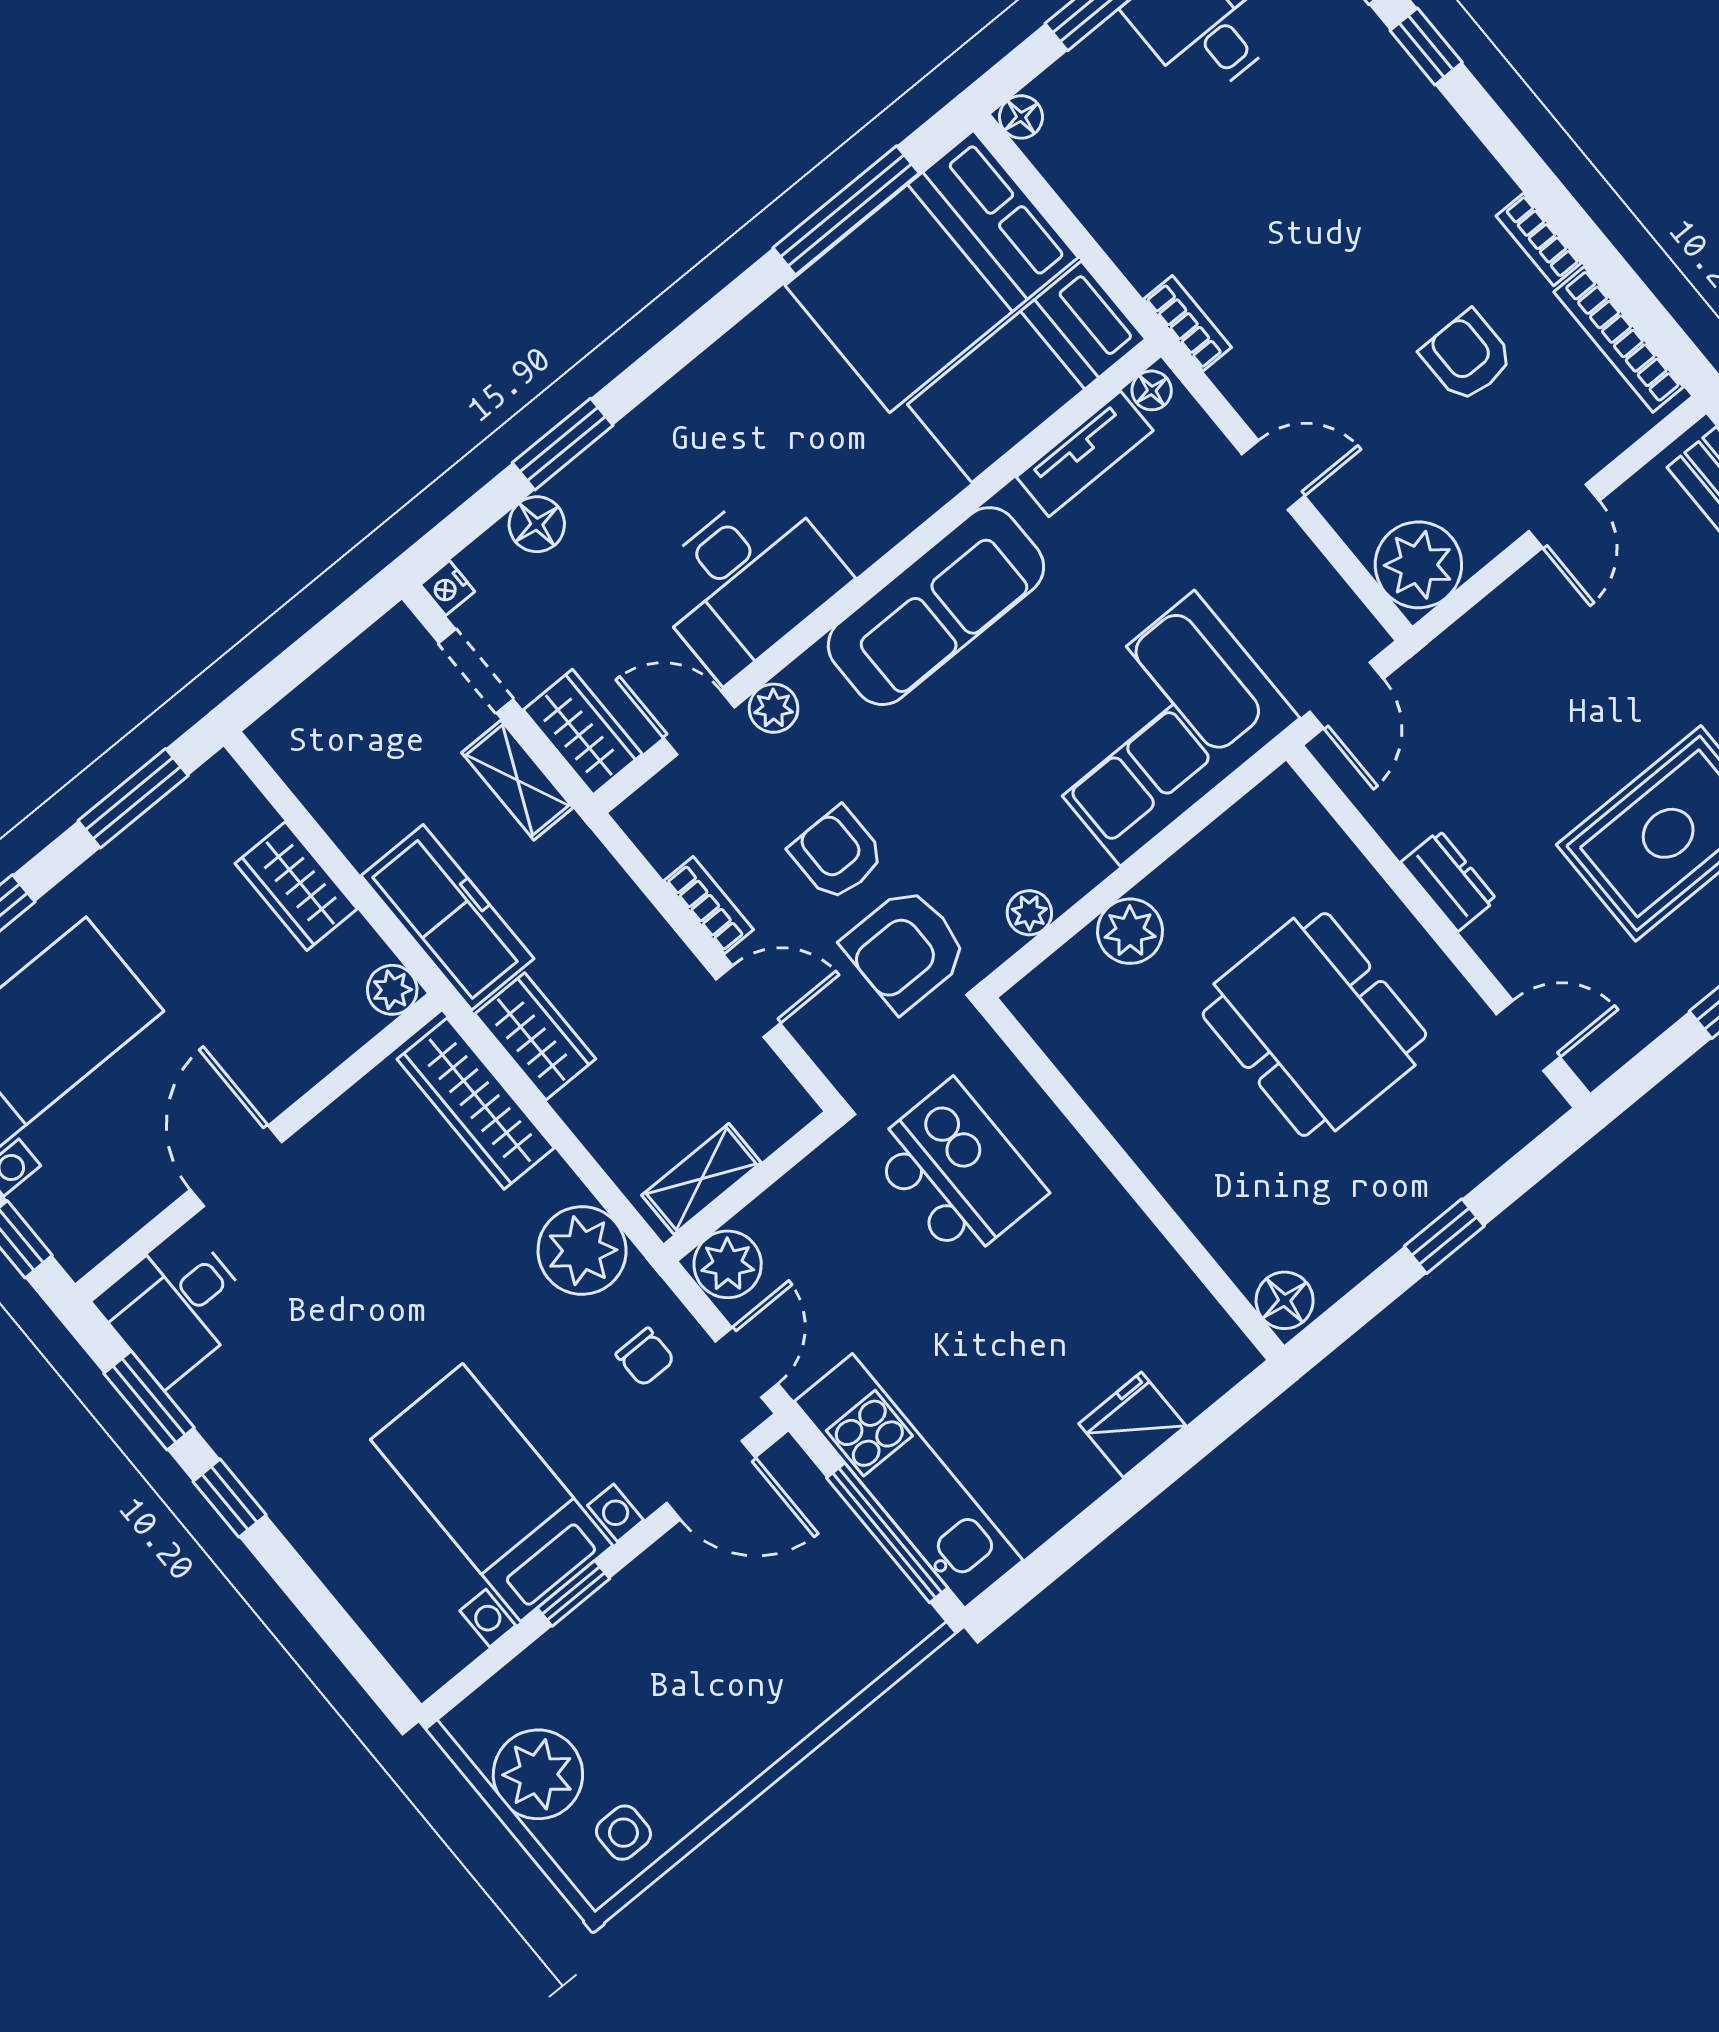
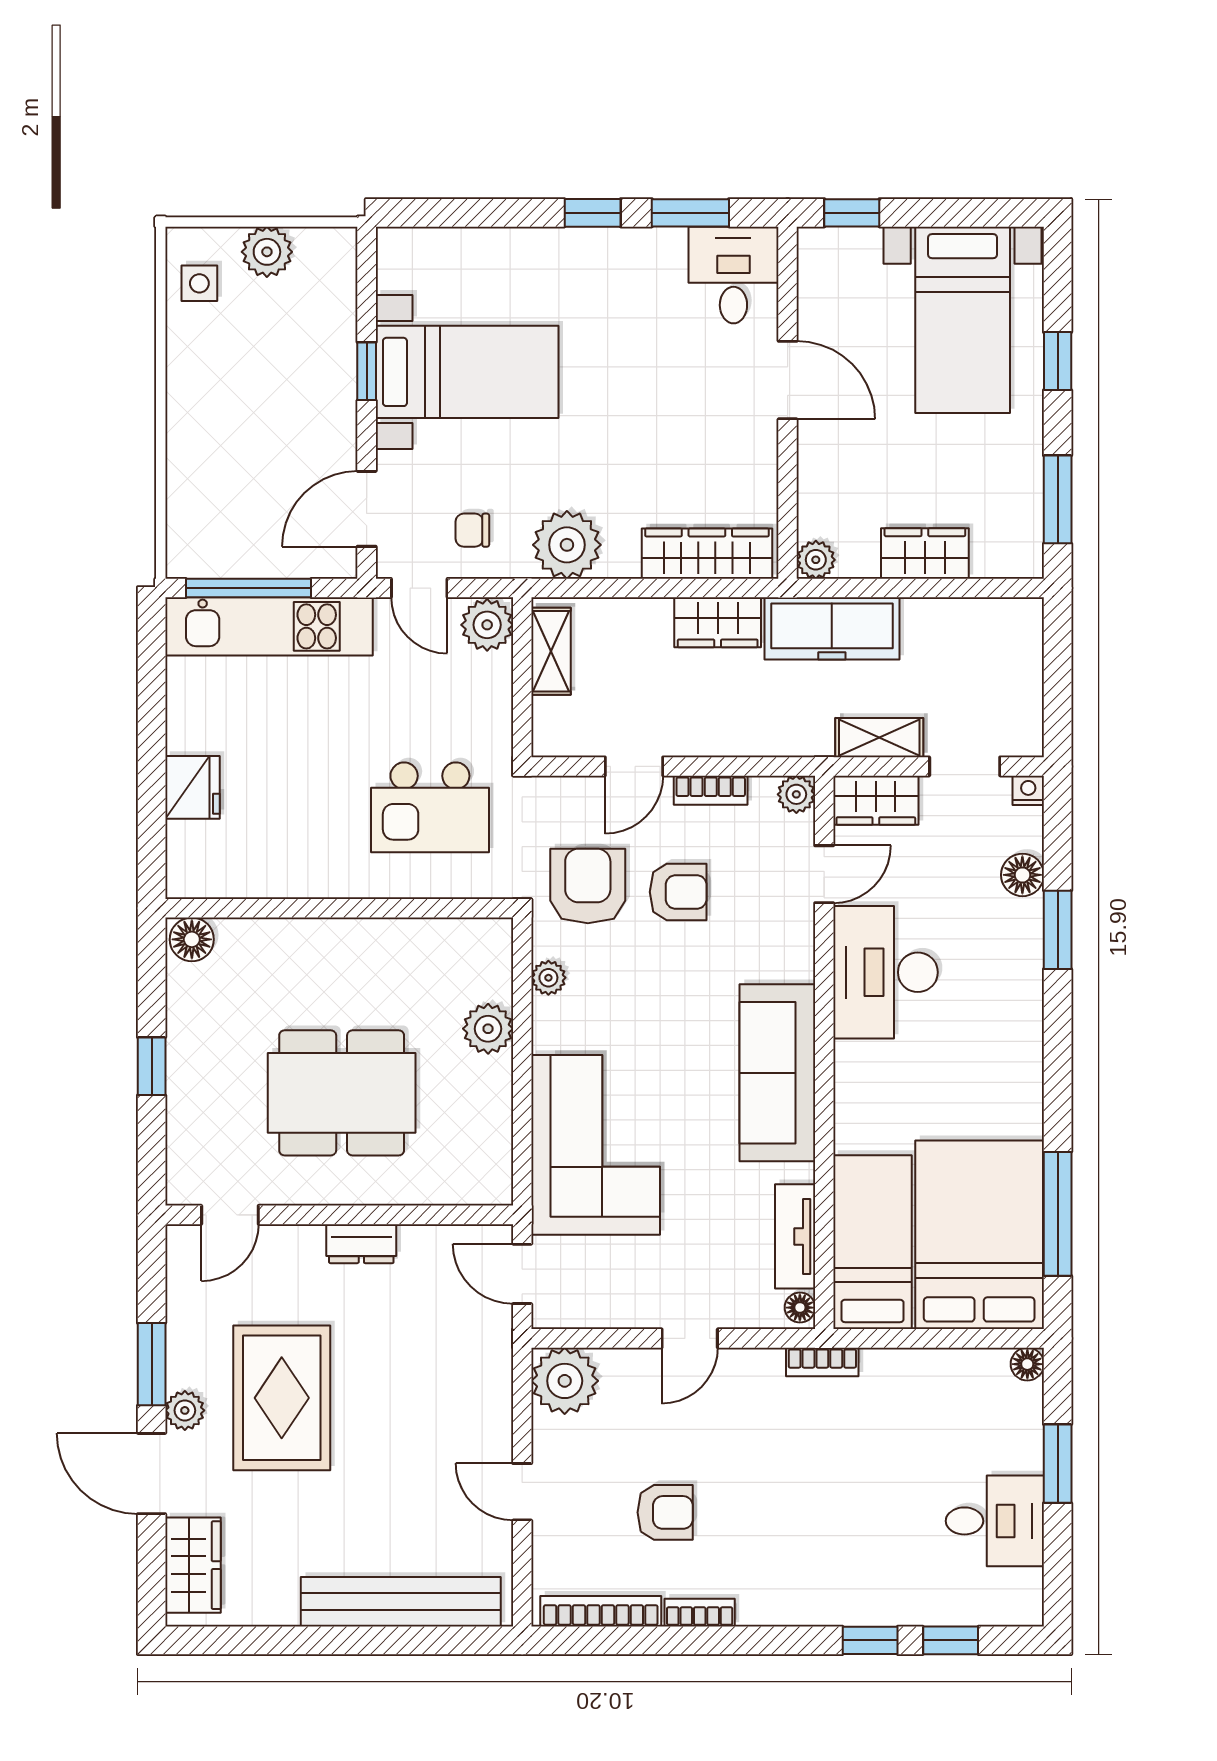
plant: (774, 708) -> (796, 794), moved
plant: (538, 1774) -> (267, 252), width x0.73, depth x0.73

